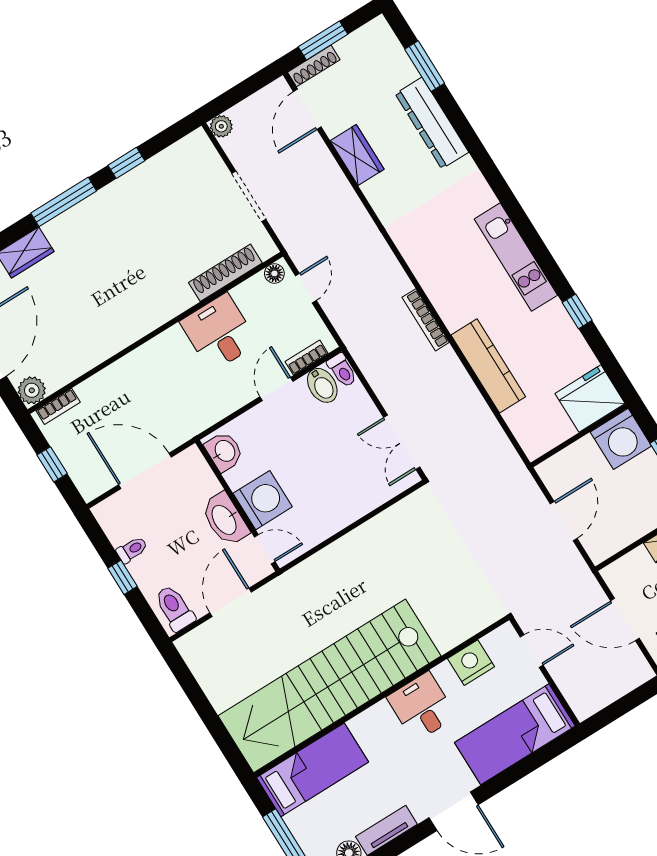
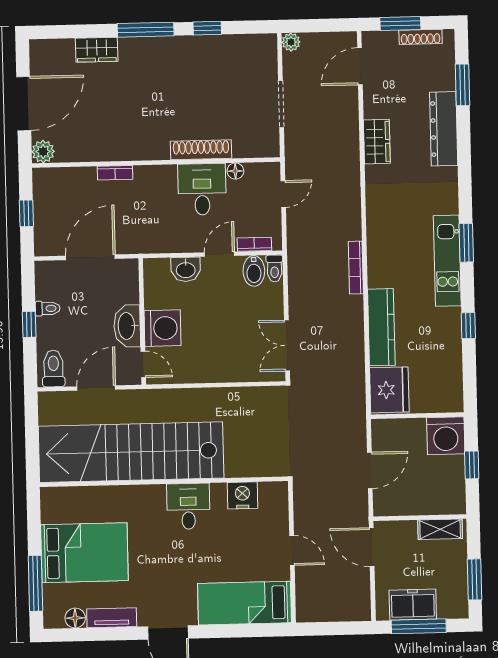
shoe rack: (314, 66) -> (421, 37), moved
wardrobe: (357, 155) -> (377, 142), moved
window: (525, 227) -> (466, 243), added
shoe rack: (225, 273) -> (201, 150), moved
floor lamp: (274, 273) -> (235, 171), moved
fridge: (590, 399) -> (389, 390), moved, turned 90
bookcase: (58, 406) -> (115, 173), moved
washbasin: (224, 451) -> (186, 269), moved, turned 90
door: (145, 471) -> (90, 257), hinge flipped
door: (625, 620) -> (372, 547), moved
nightstand: (471, 663) -> (242, 495), moved
stairs: (330, 686) -> (131, 452), moved
wall: (381, 696) -> (164, 482), moved
desk: (422, 707) -> (188, 506), moved
bed: (313, 770) -> (84, 553), width x1.50

